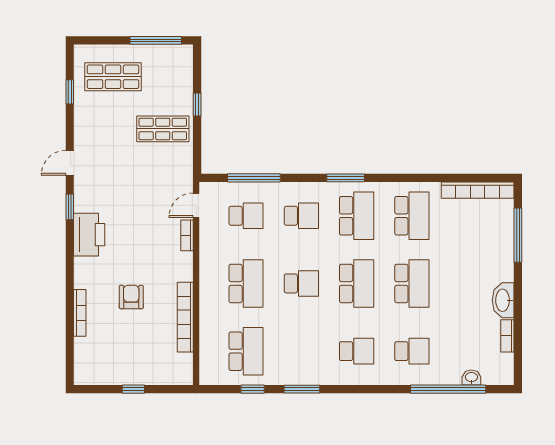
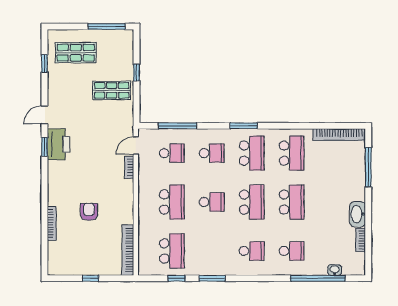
printer: (89, 235) -> (58, 144), moved
bookcase: (185, 317) -> (128, 250), moved

